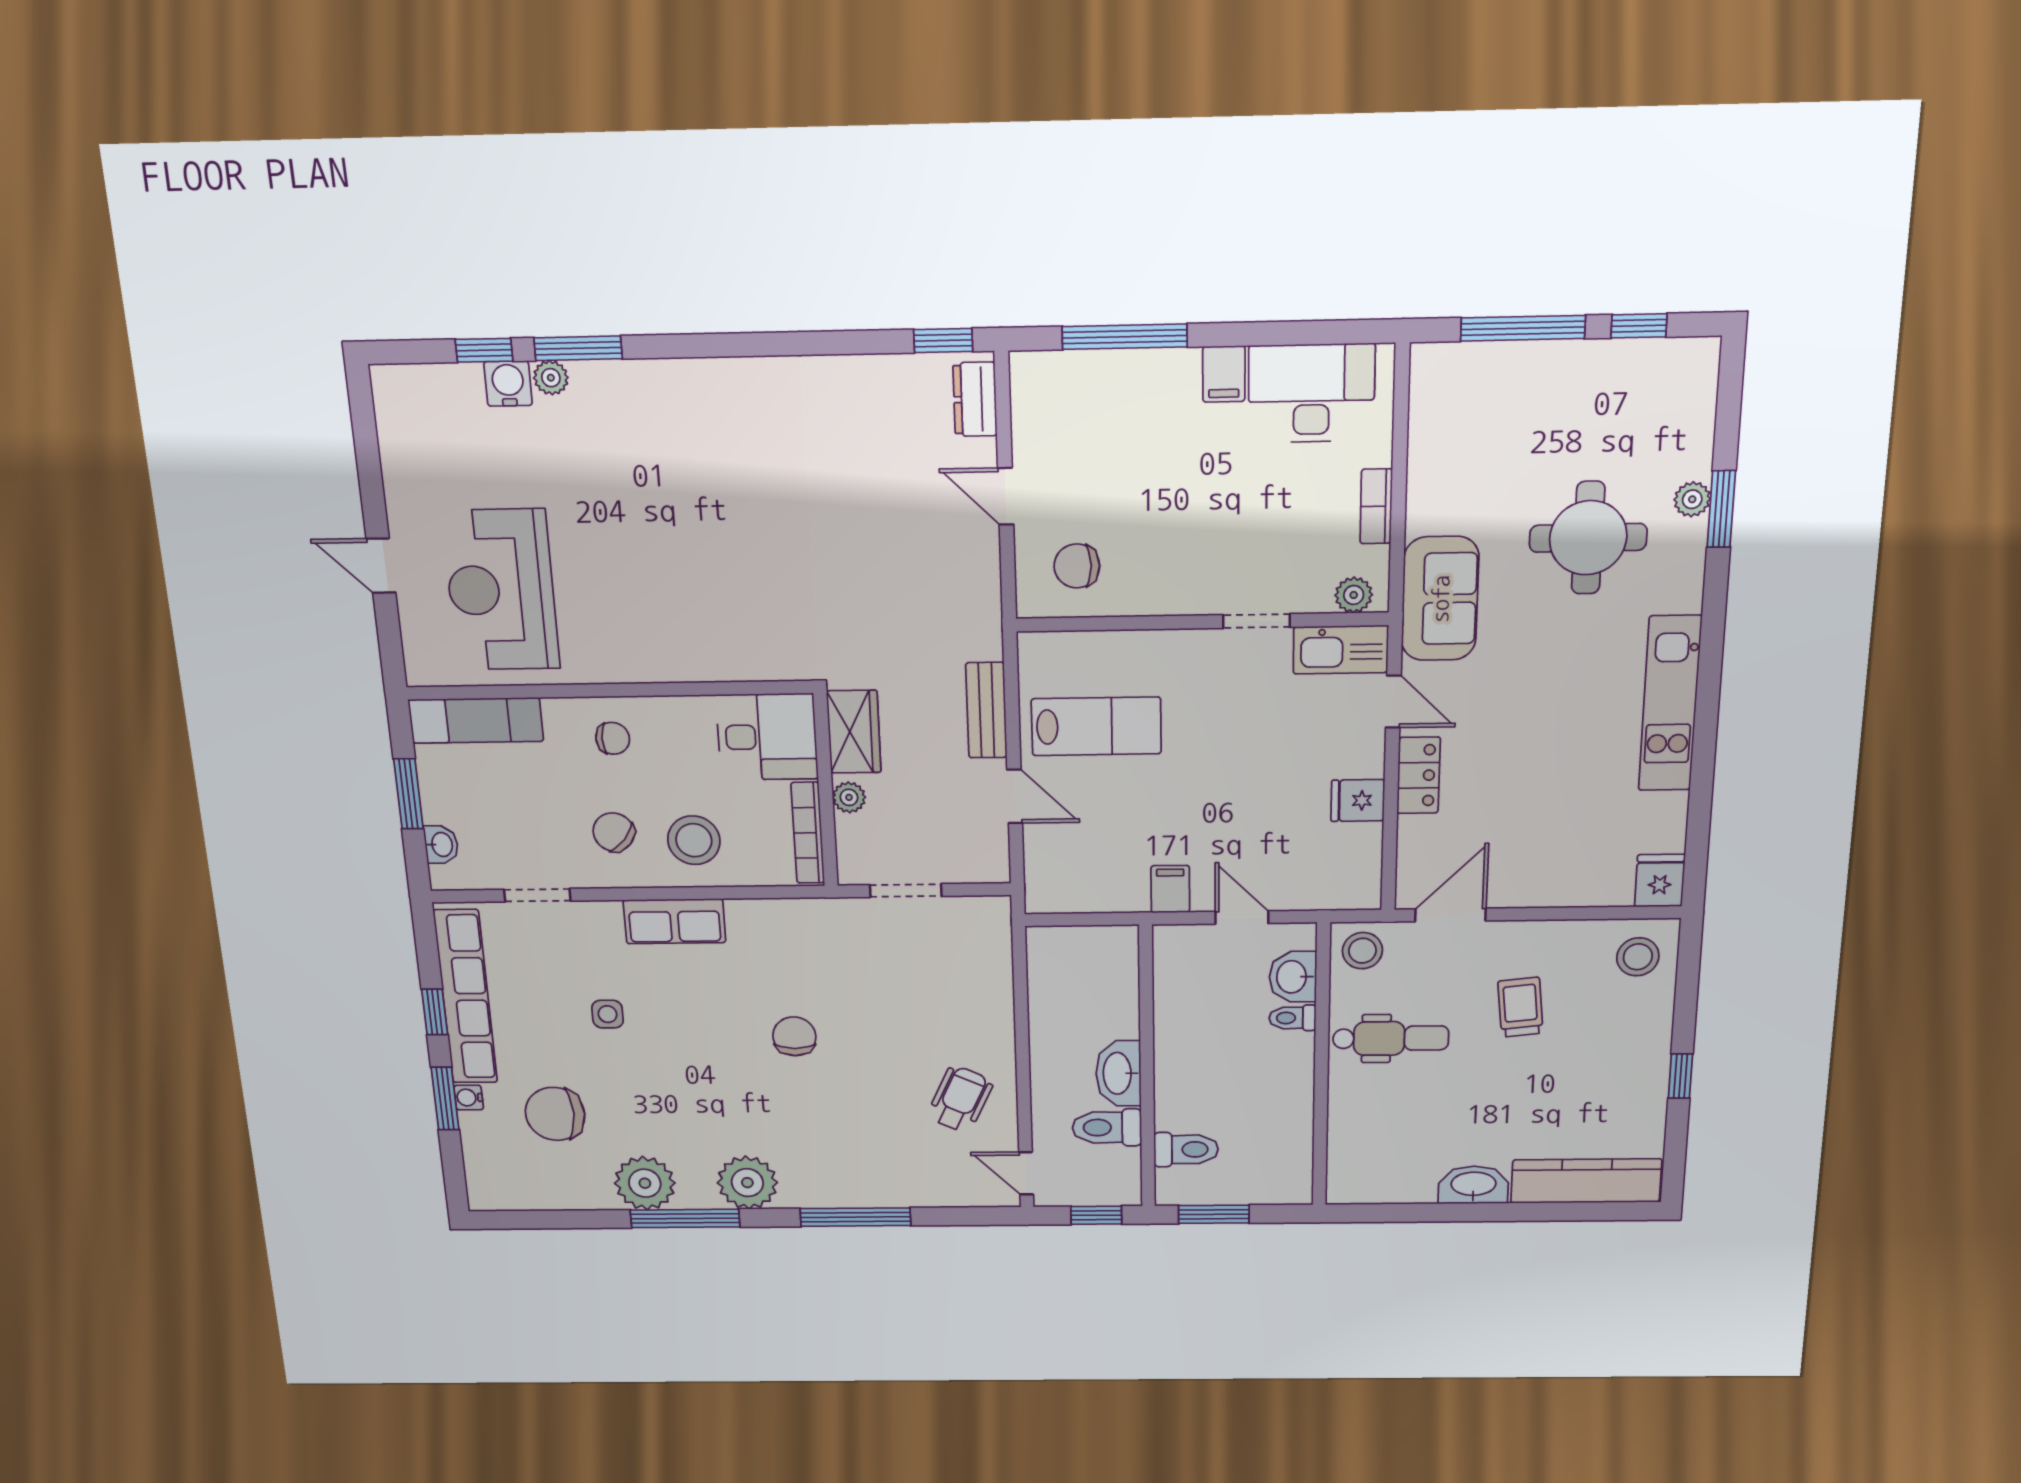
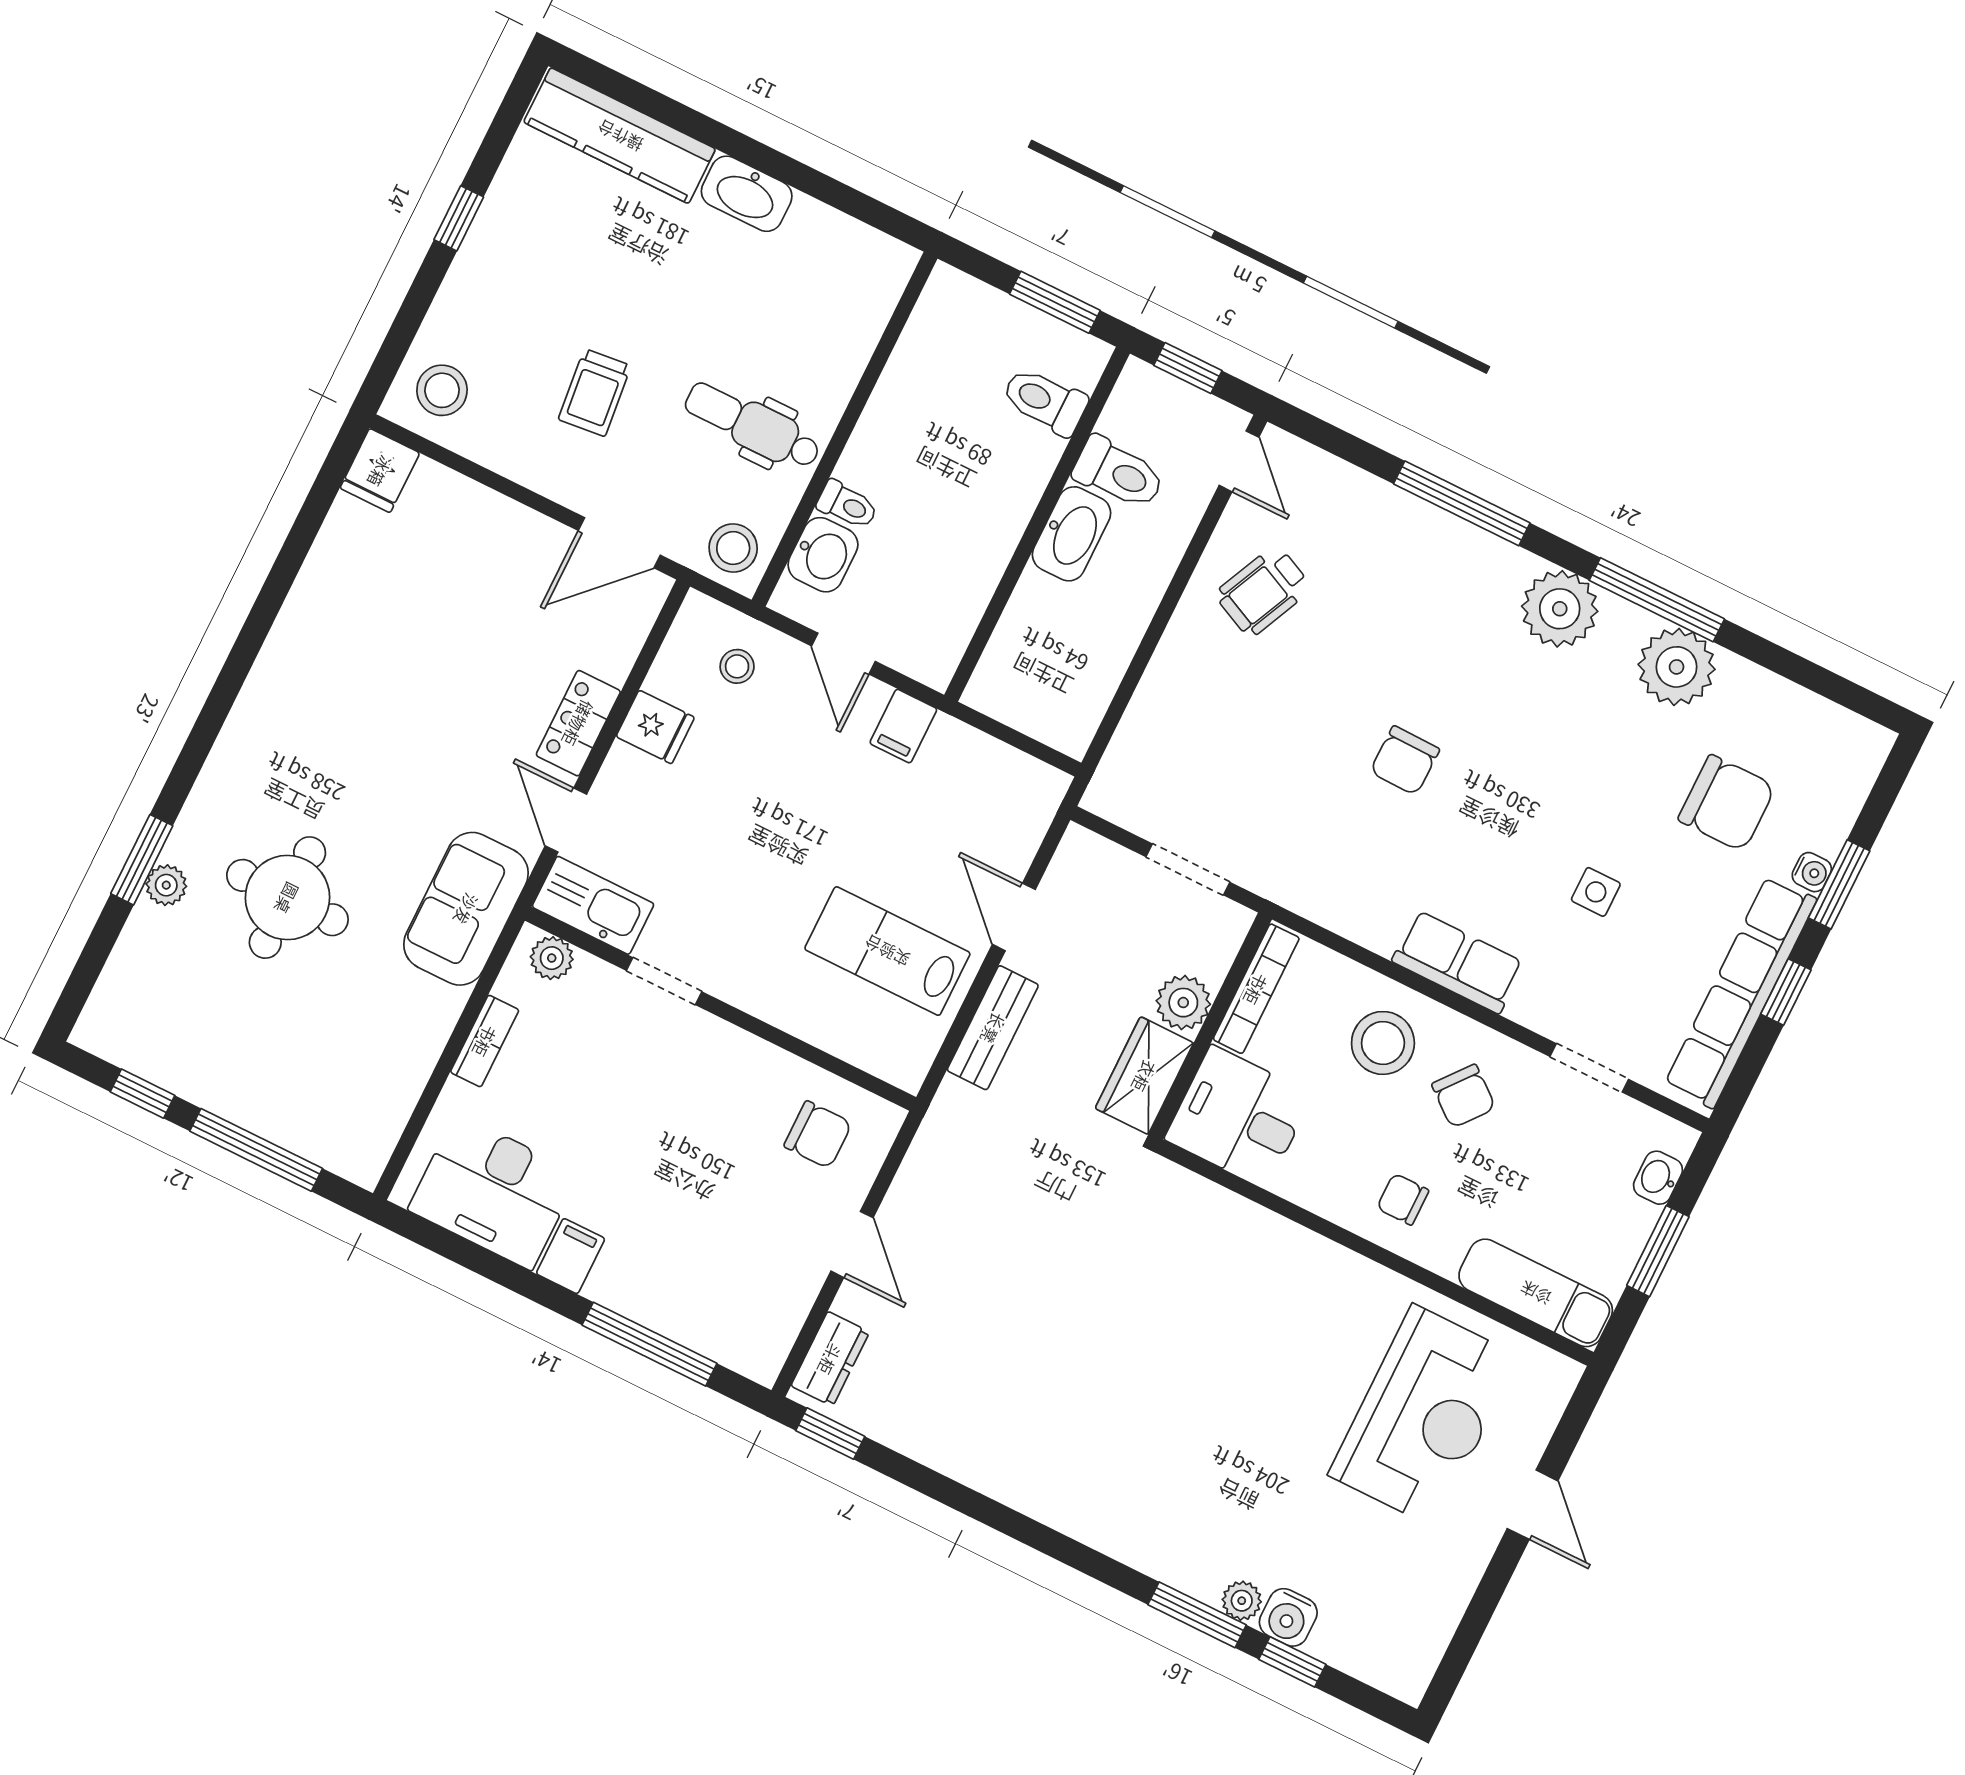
kitchen unit: (1670, 704) -> (283, 671), removed
plant: (849, 797) -> (1183, 1003), width x1.38, depth x1.38
stool: (1317, 872) -> (737, 666), added

